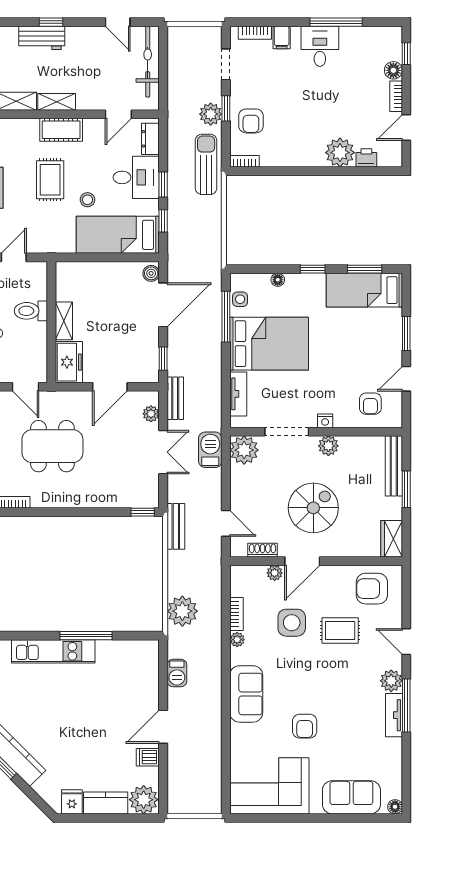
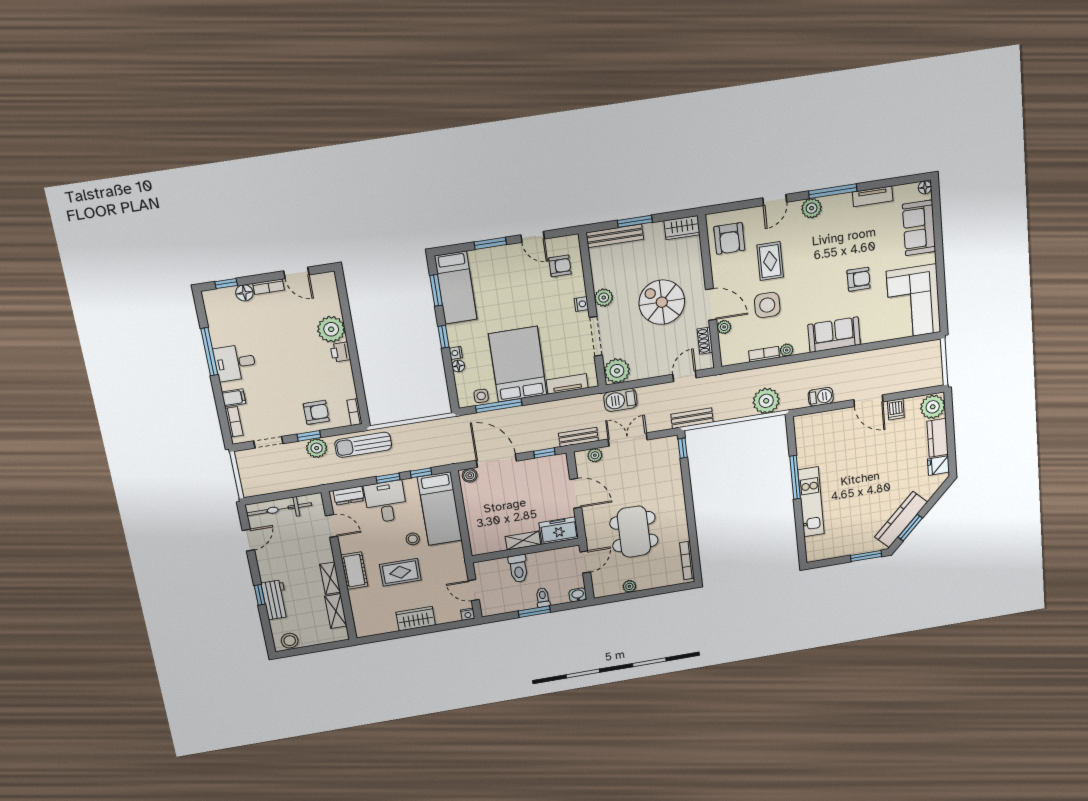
printer: (366, 158) -> (340, 352), moved
nightstand: (293, 279) -> (456, 353), added
tv unit: (394, 715) -> (873, 196), moved

